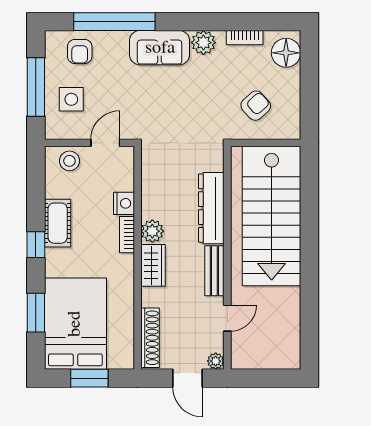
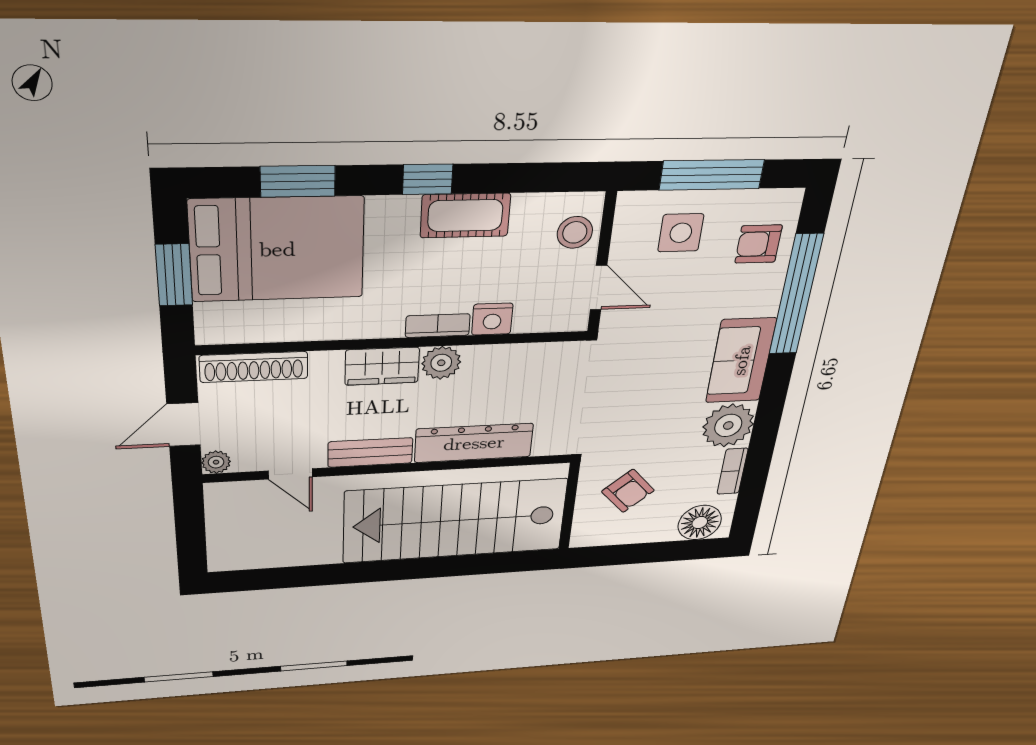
plant: (203, 43) -> (728, 425), width x1.36, depth x1.36

